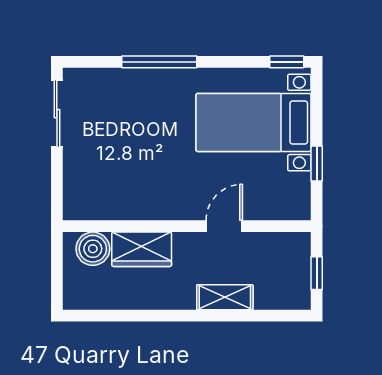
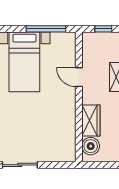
window: (317, 164) -> (46, 29), width x2.17

